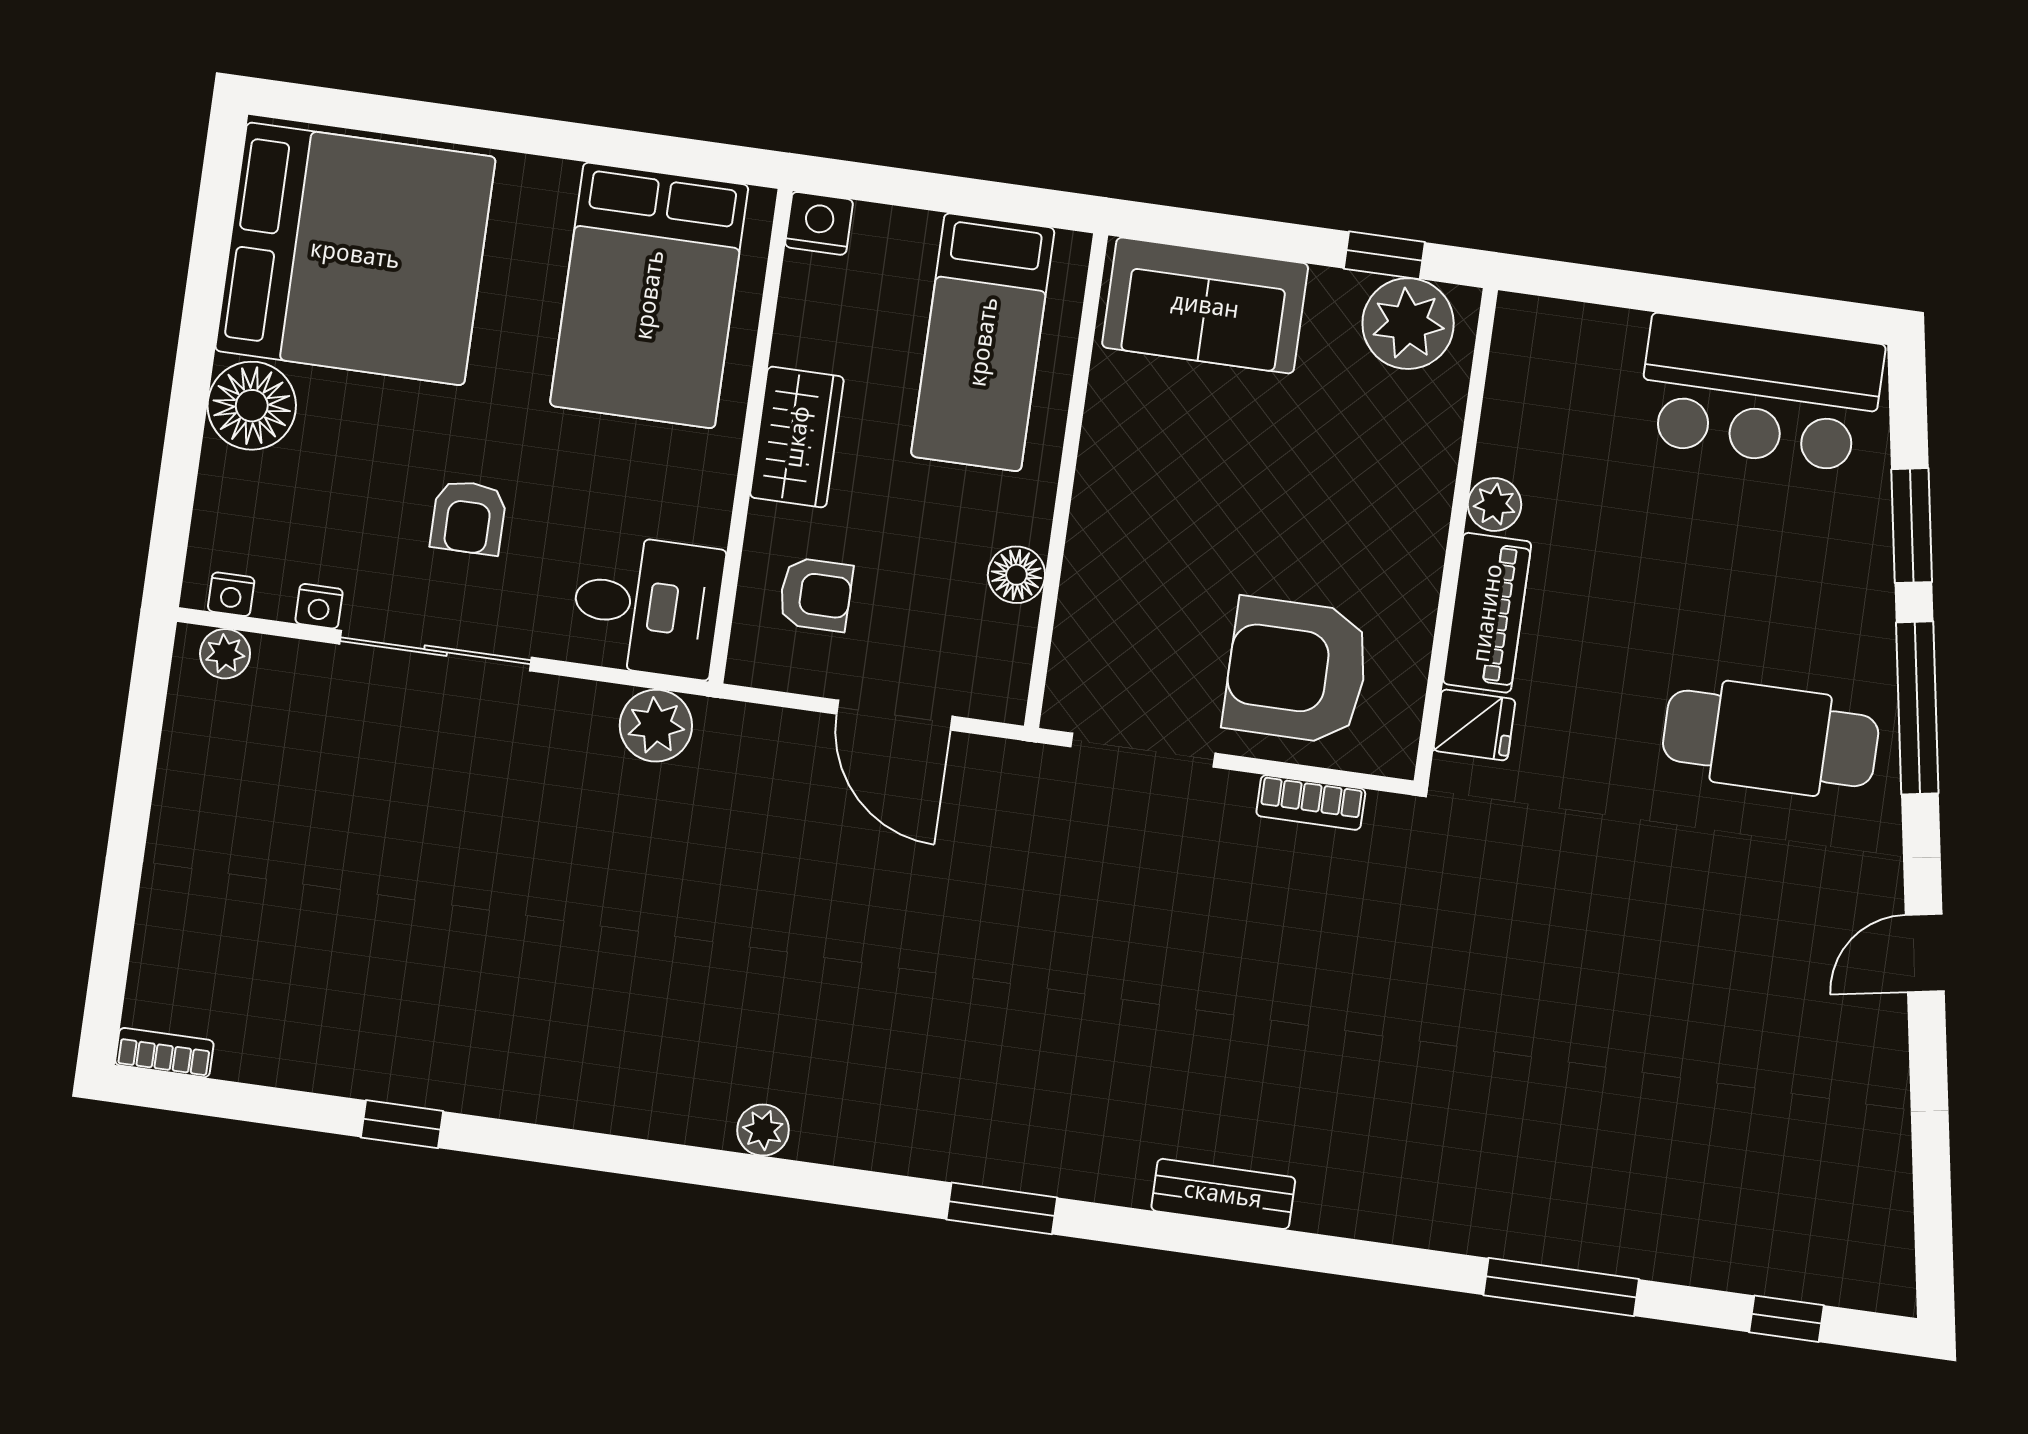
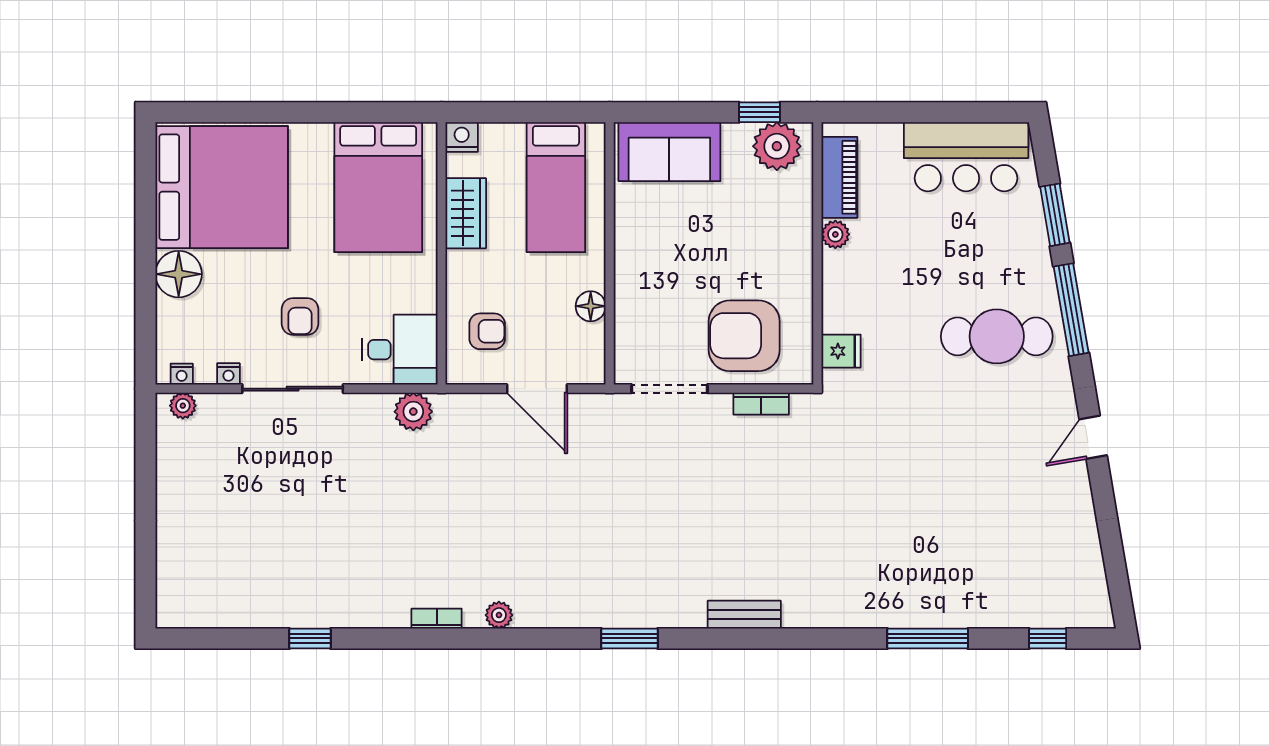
wardrobe: (797, 437) -> (466, 213), moved
piano: (1487, 613) -> (839, 177), moved
bookcase: (164, 1053) -> (437, 619), moved

